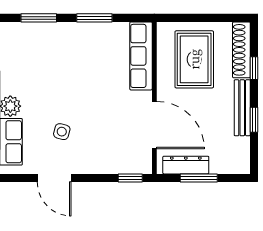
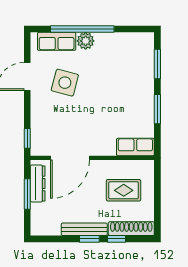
row of seats: (141, 56) -> (135, 147), width x0.68
rug: (194, 59) -> (124, 190), width x0.73, depth x0.70
window: (254, 120) -> (89, 239), moved
side table: (62, 132) -> (65, 83), width x1.87, depth x1.87

